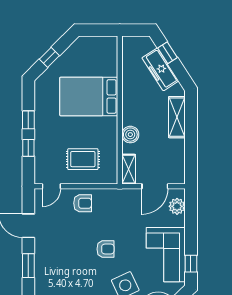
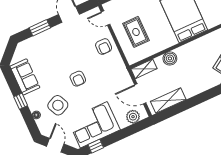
shelving: (177, 117) -> (168, 100), moved

